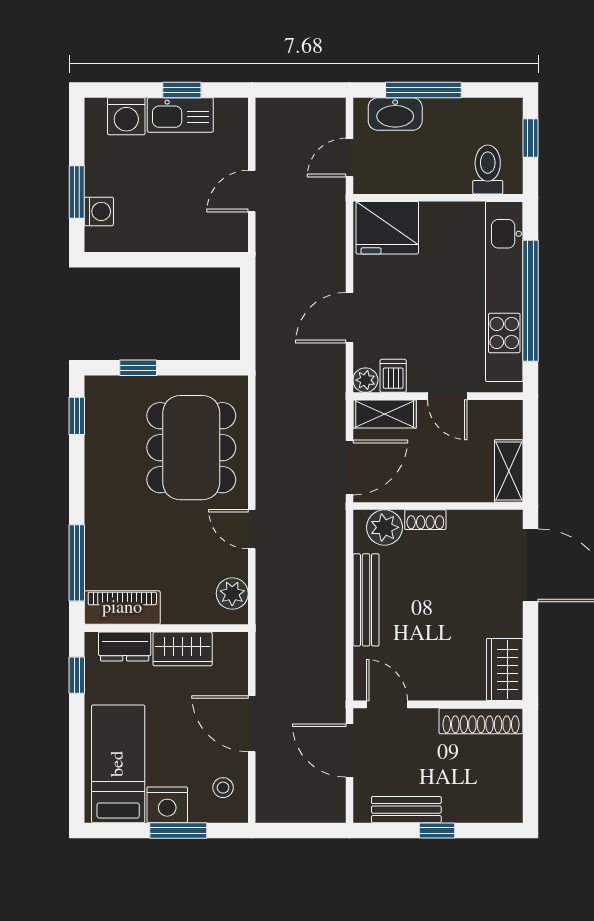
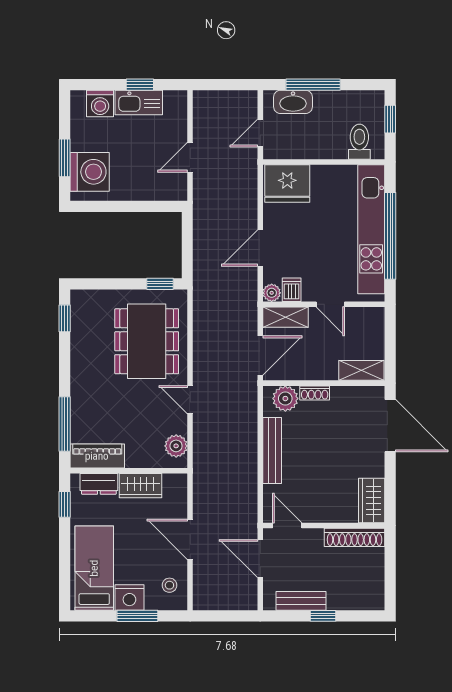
washing machine: (99, 211) -> (90, 172), width x1.89, depth x1.89
window: (138, 368) -> (160, 284), moved
shelving: (509, 471) -> (361, 370), moved, turned 90

